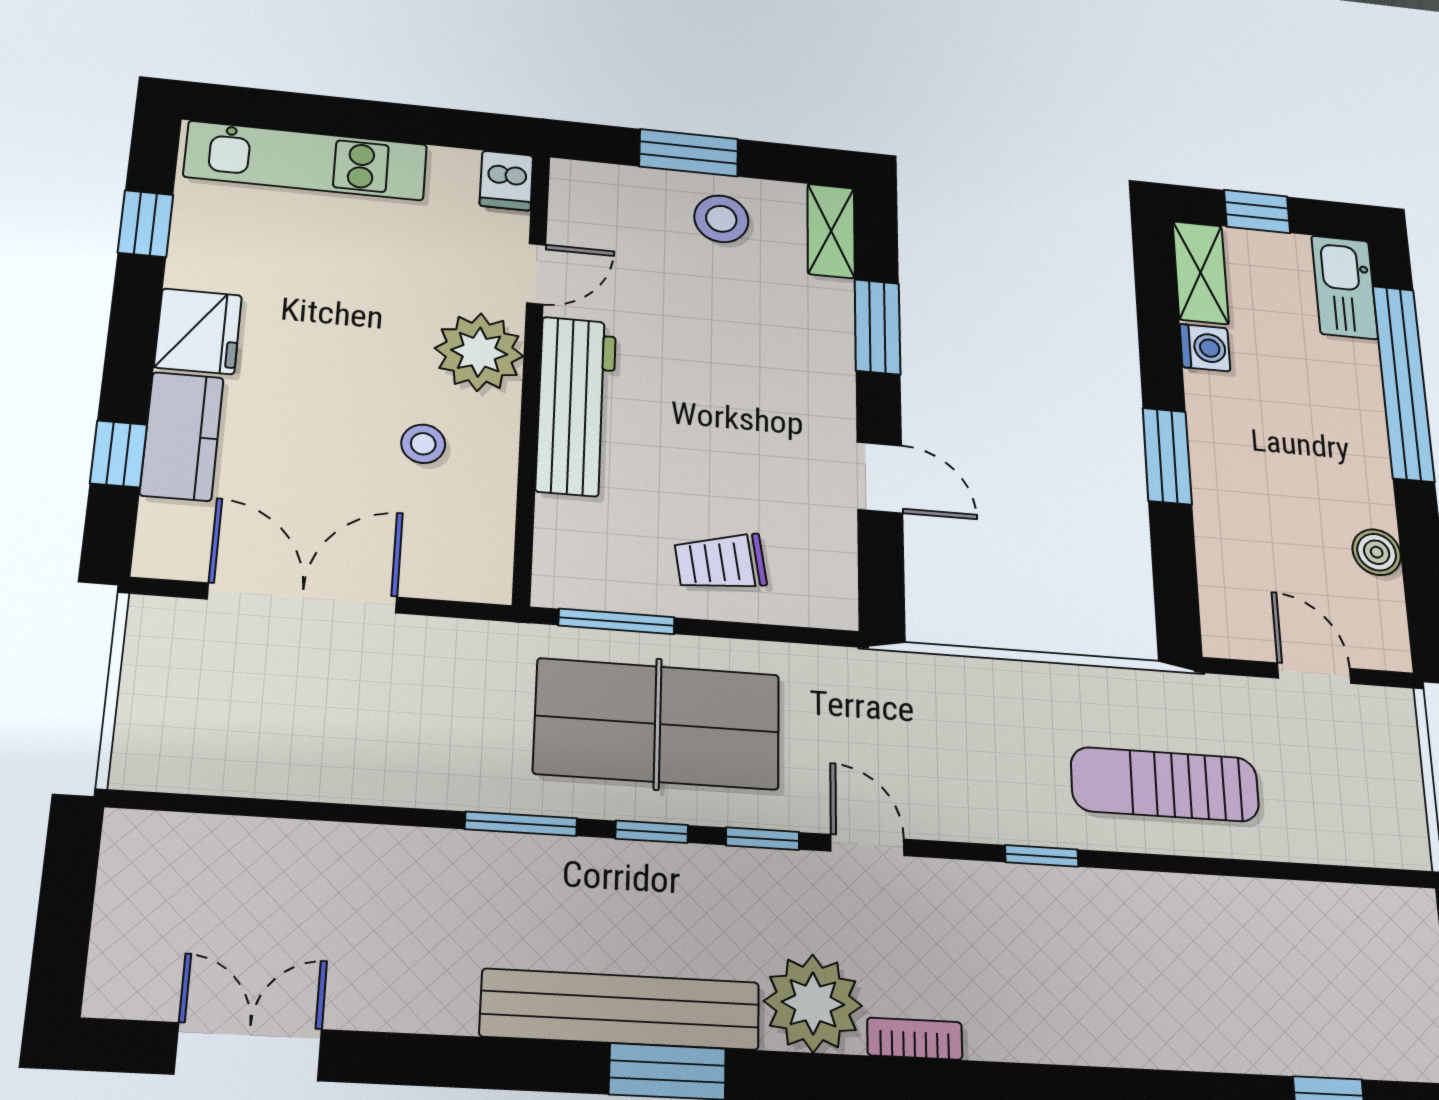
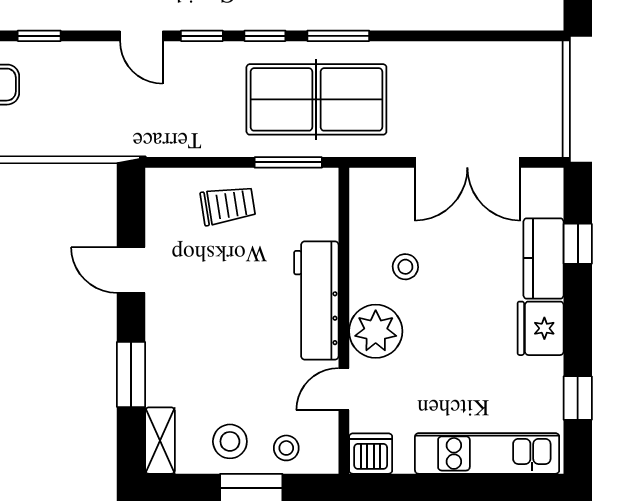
dishwasher: (506, 181) -> (371, 454), width x1.38
stool: (632, 201) -> (286, 448), added
table tennis table: (658, 724) -> (316, 99), moved

